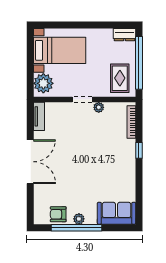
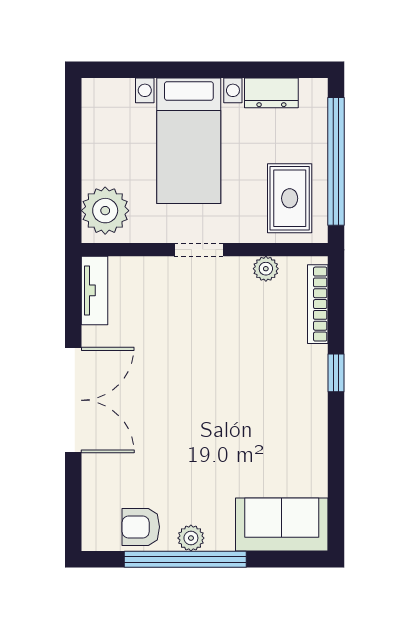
dresser: (124, 35) -> (271, 93), moved
bed with nightstands: (60, 50) -> (189, 141), moved, turned 90
plant: (99, 107) -> (266, 269), moved

